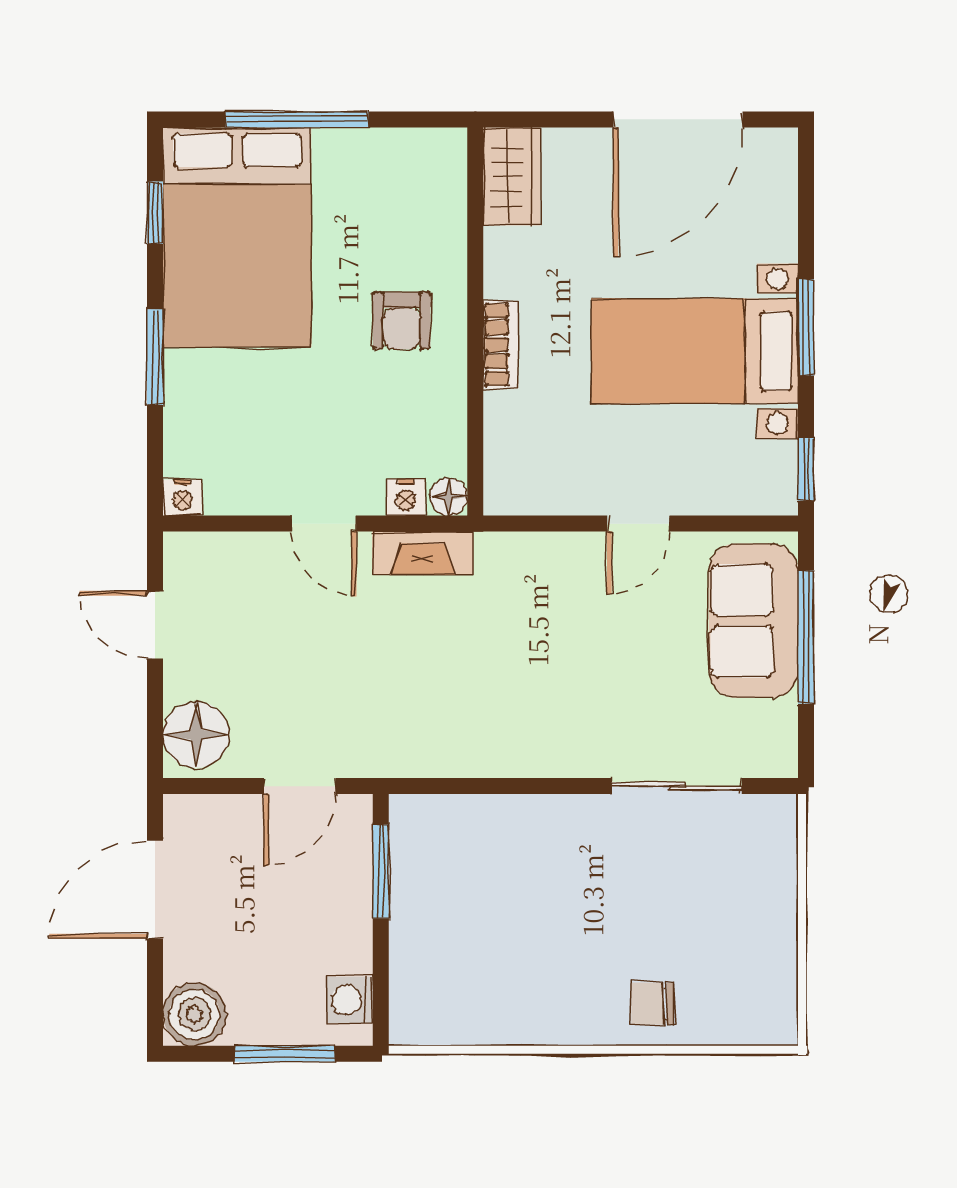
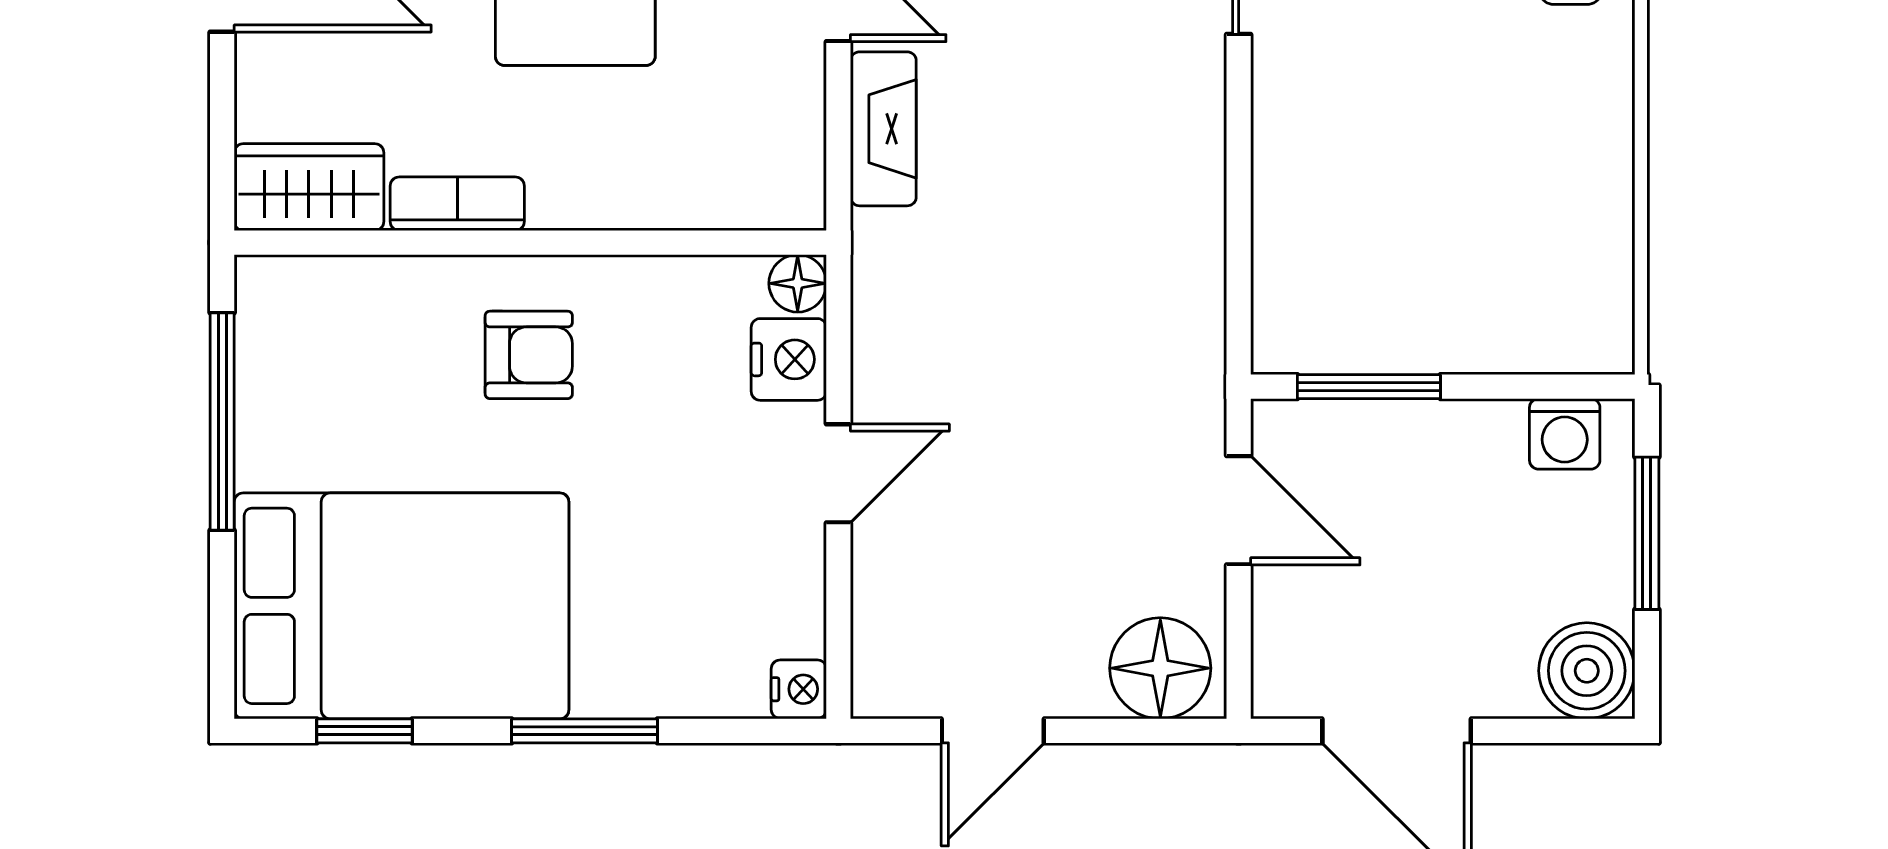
window: (297, 119) -> (222, 421), moved
bookcase: (501, 345) -> (457, 204), moved
nightstand: (406, 497) -> (789, 359), width x1.39, depth x1.35
fireplace: (423, 553) -> (883, 129), moved

